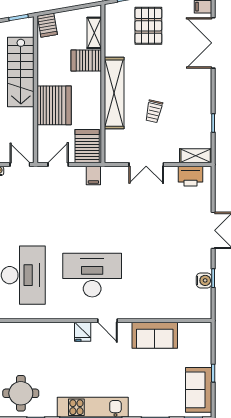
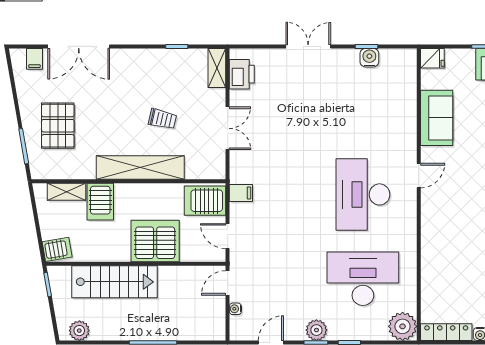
pallet: (148, 26) -> (58, 126), turned 90
fridge: (83, 332) -> (432, 58), moved

